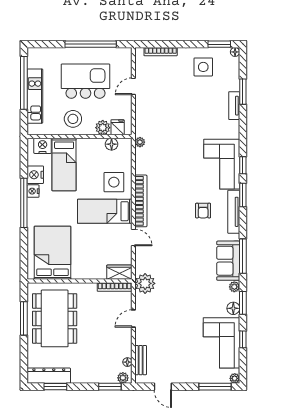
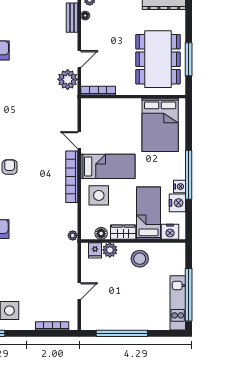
kitchen island: (85, 81) -> (127, 296), removed
kitchen unit: (35, 96) -> (178, 303), moved
wardrobe: (119, 272) -> (123, 232), moved, turned 180
plant: (145, 283) -> (68, 79), moved

